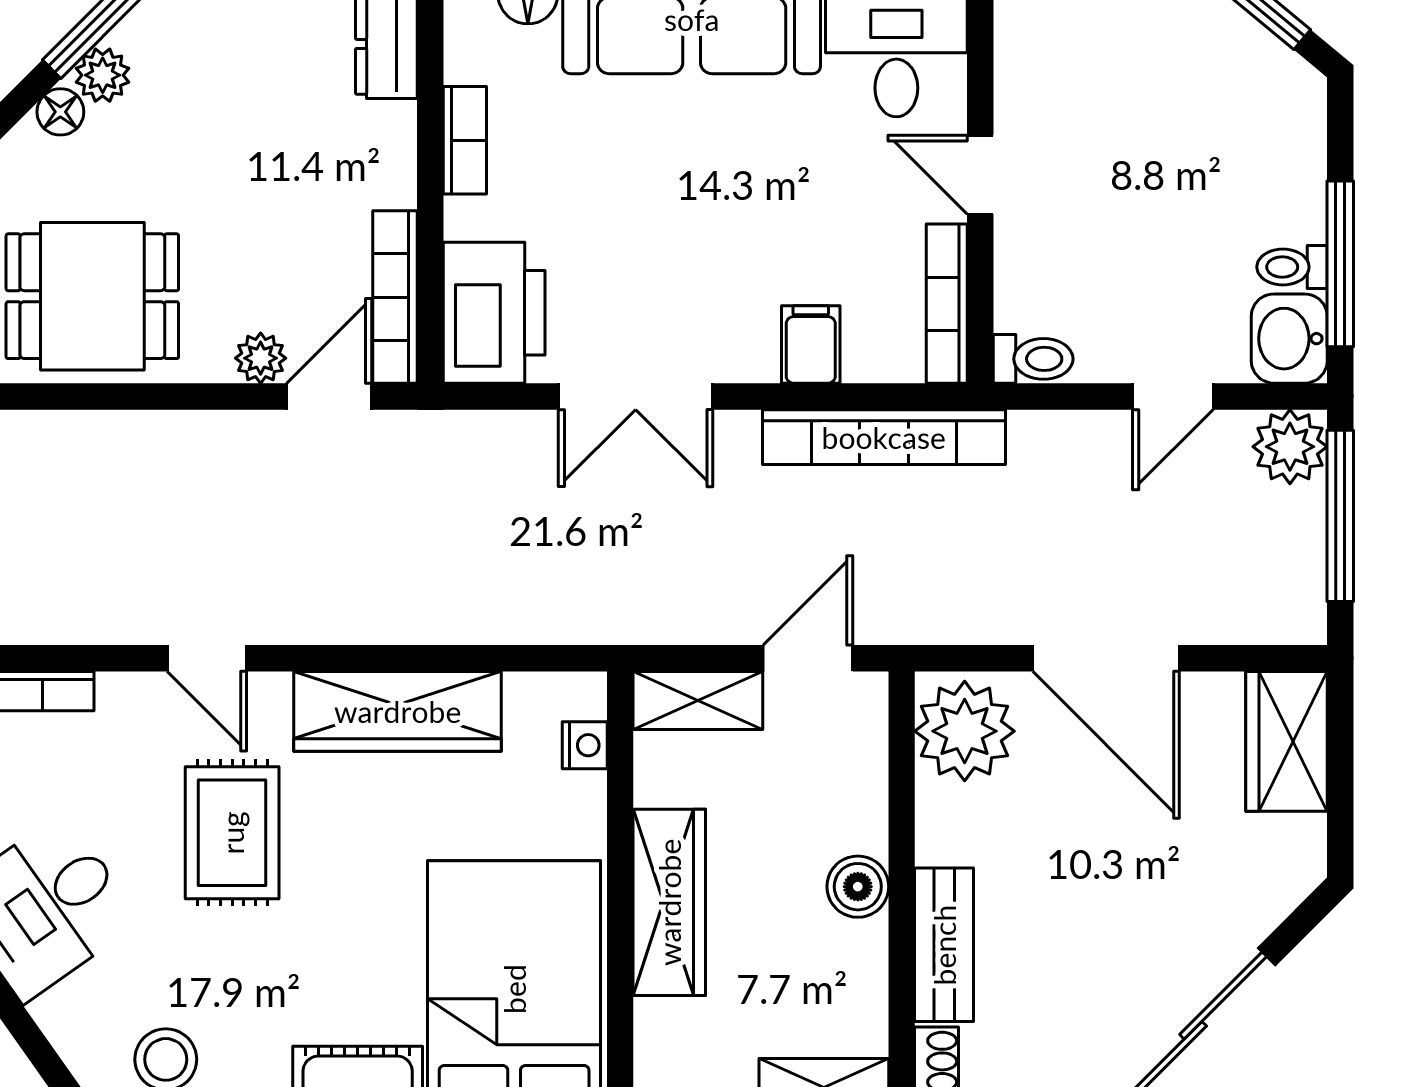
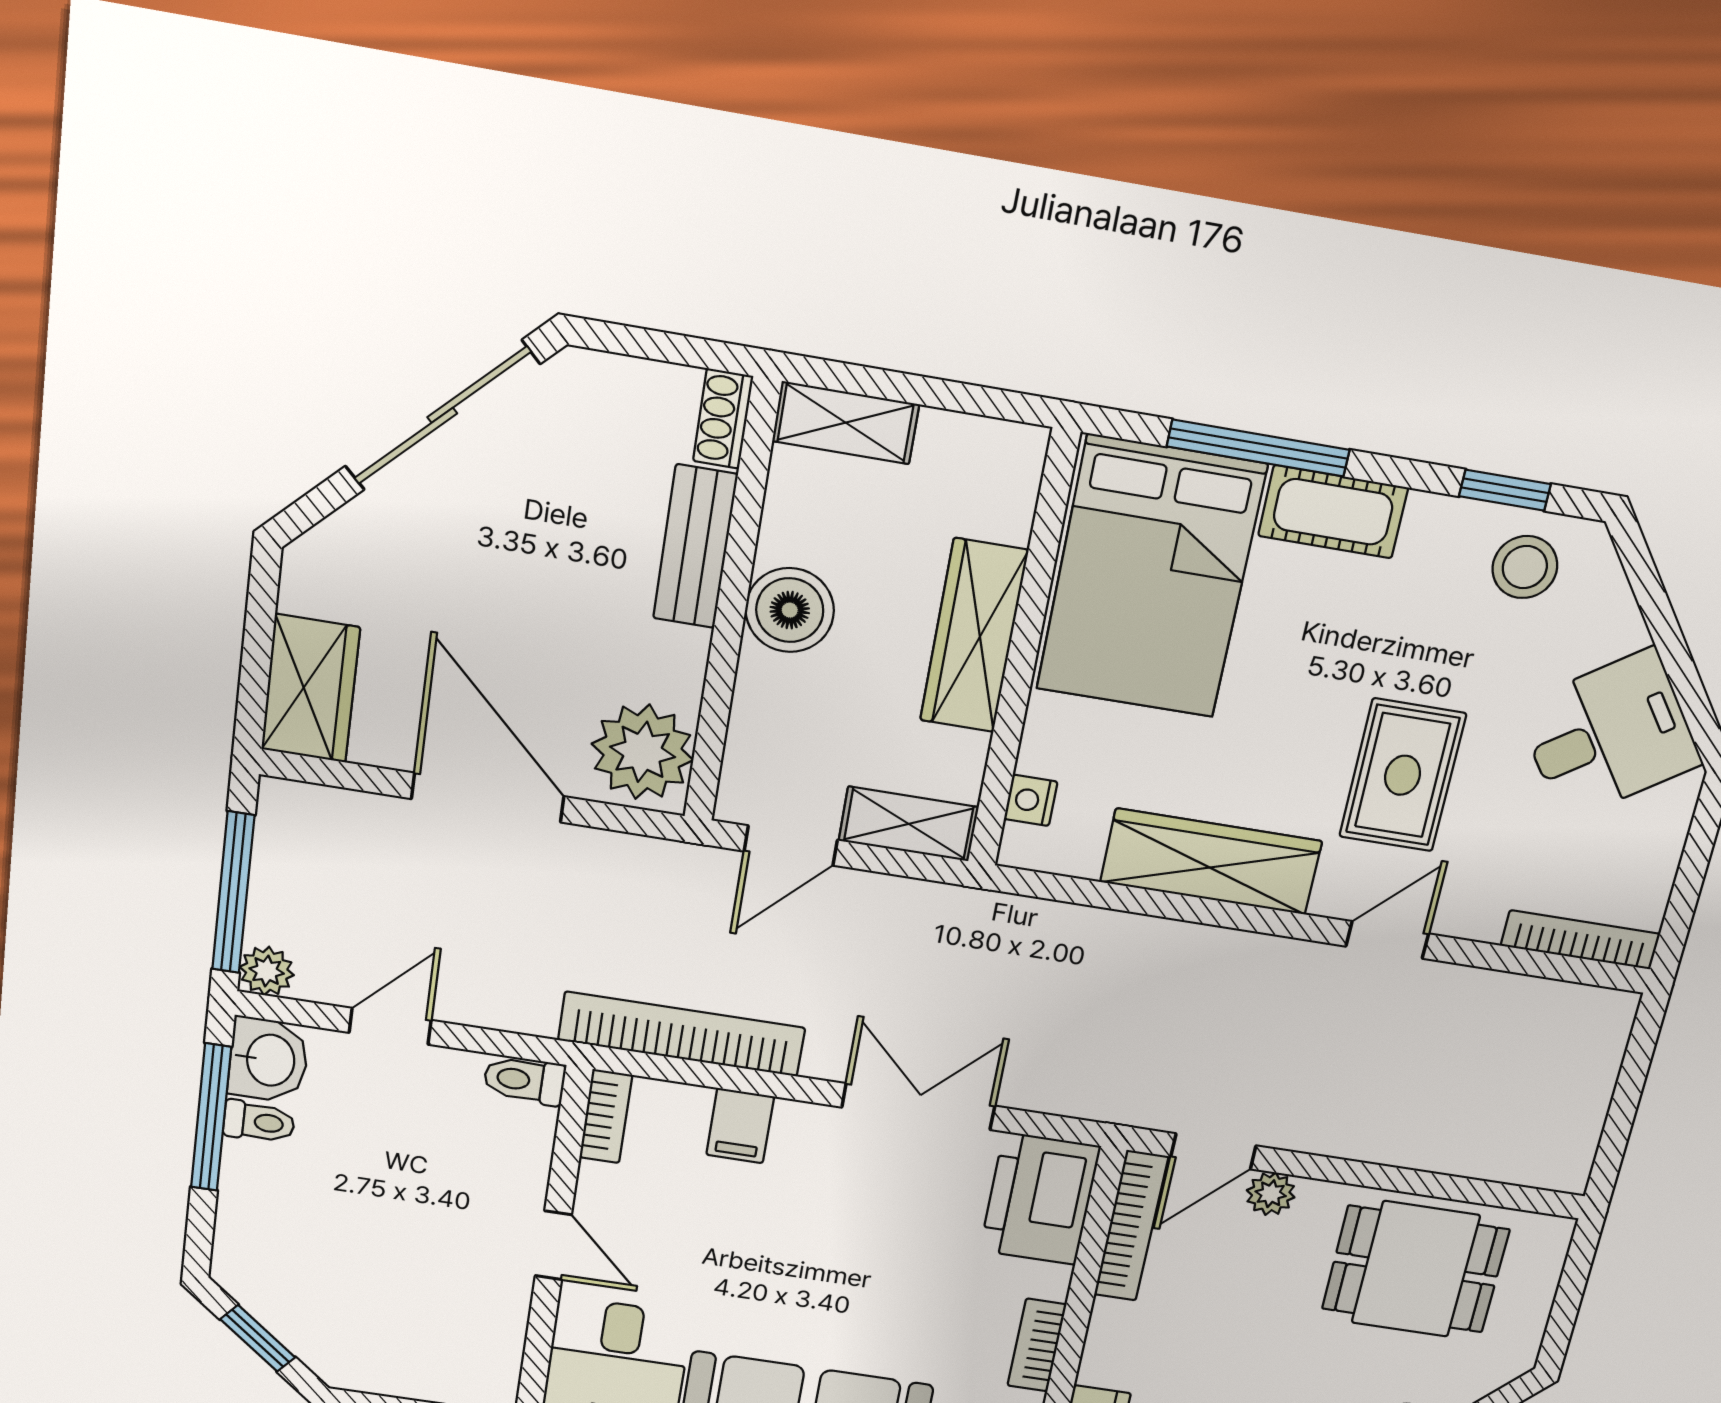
bookcase: (947, 304) -> (606, 1116), width x0.64
plant: (1290, 447) -> (267, 971), width x0.73, depth x0.73
door: (207, 658) -> (1387, 940), hinge flipped
boiler: (858, 887) -> (790, 610), width x1.36, depth x1.36

